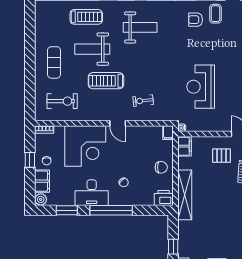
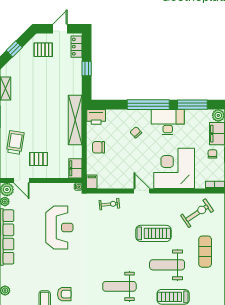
weight bench: (92, 49) -> (167, 265), turned 180
exercise bike: (62, 101) -> (197, 213), turned 146
exercise bike: (143, 101) -> (109, 204), moved
window: (67, 210) -> (192, 105), width x1.44

